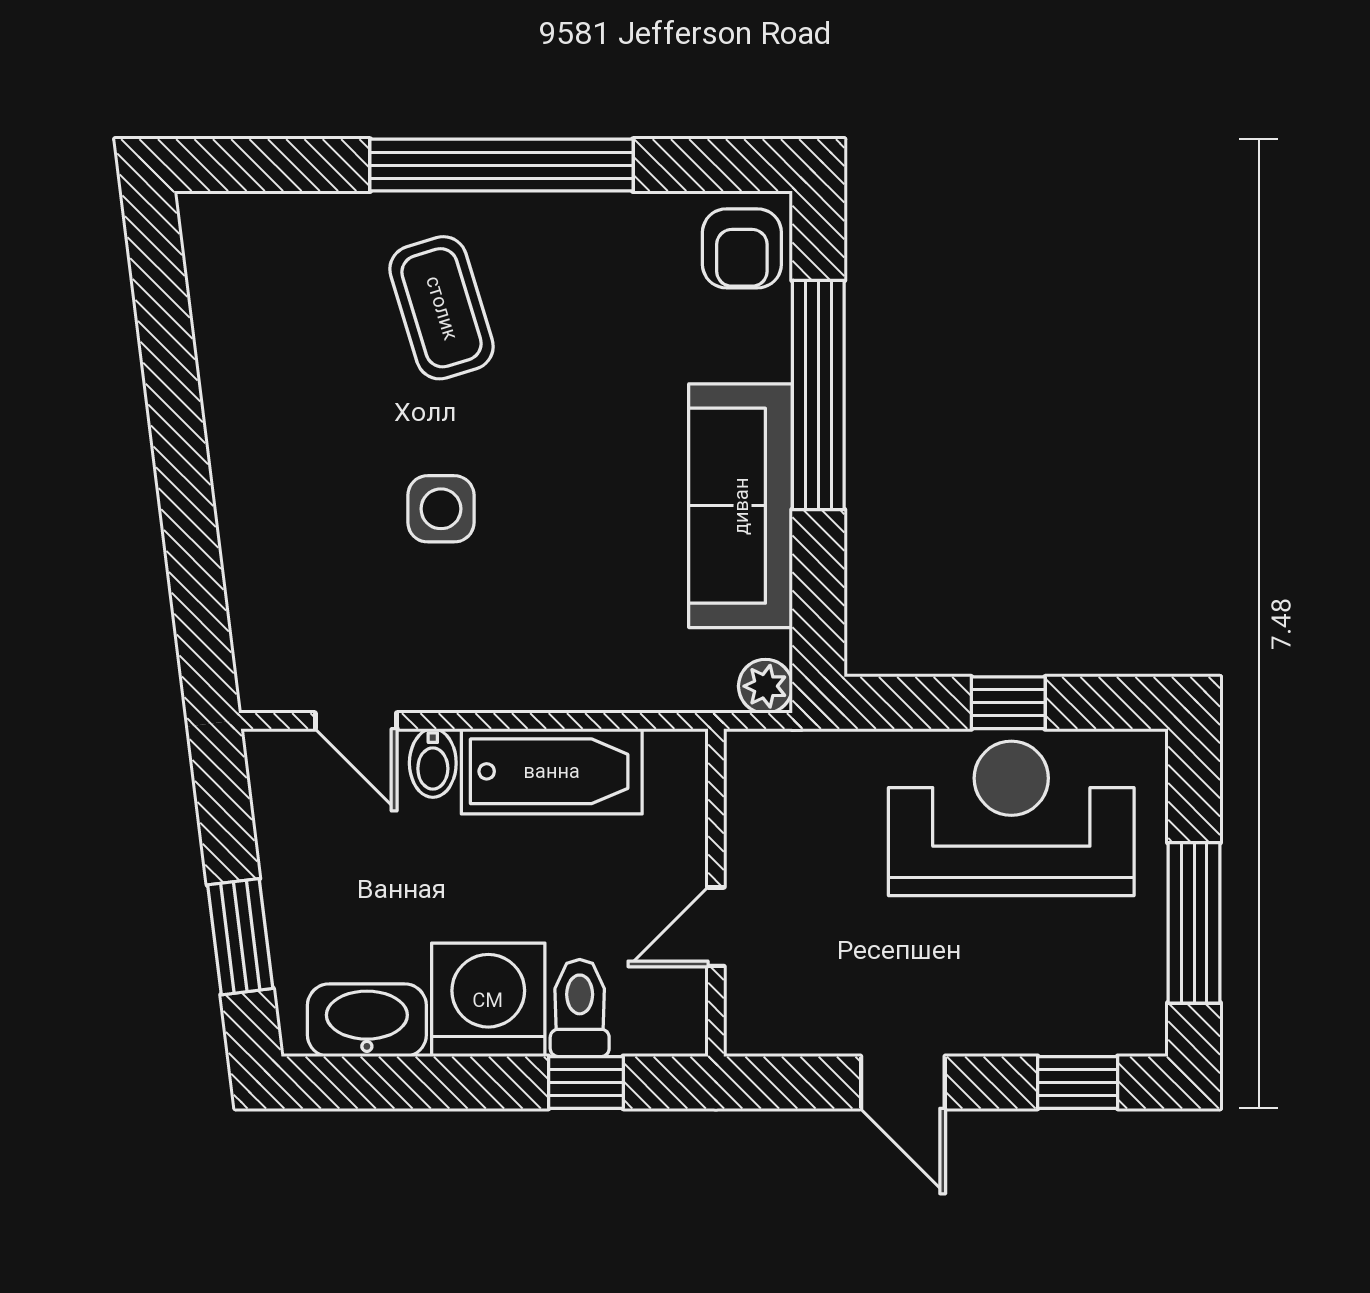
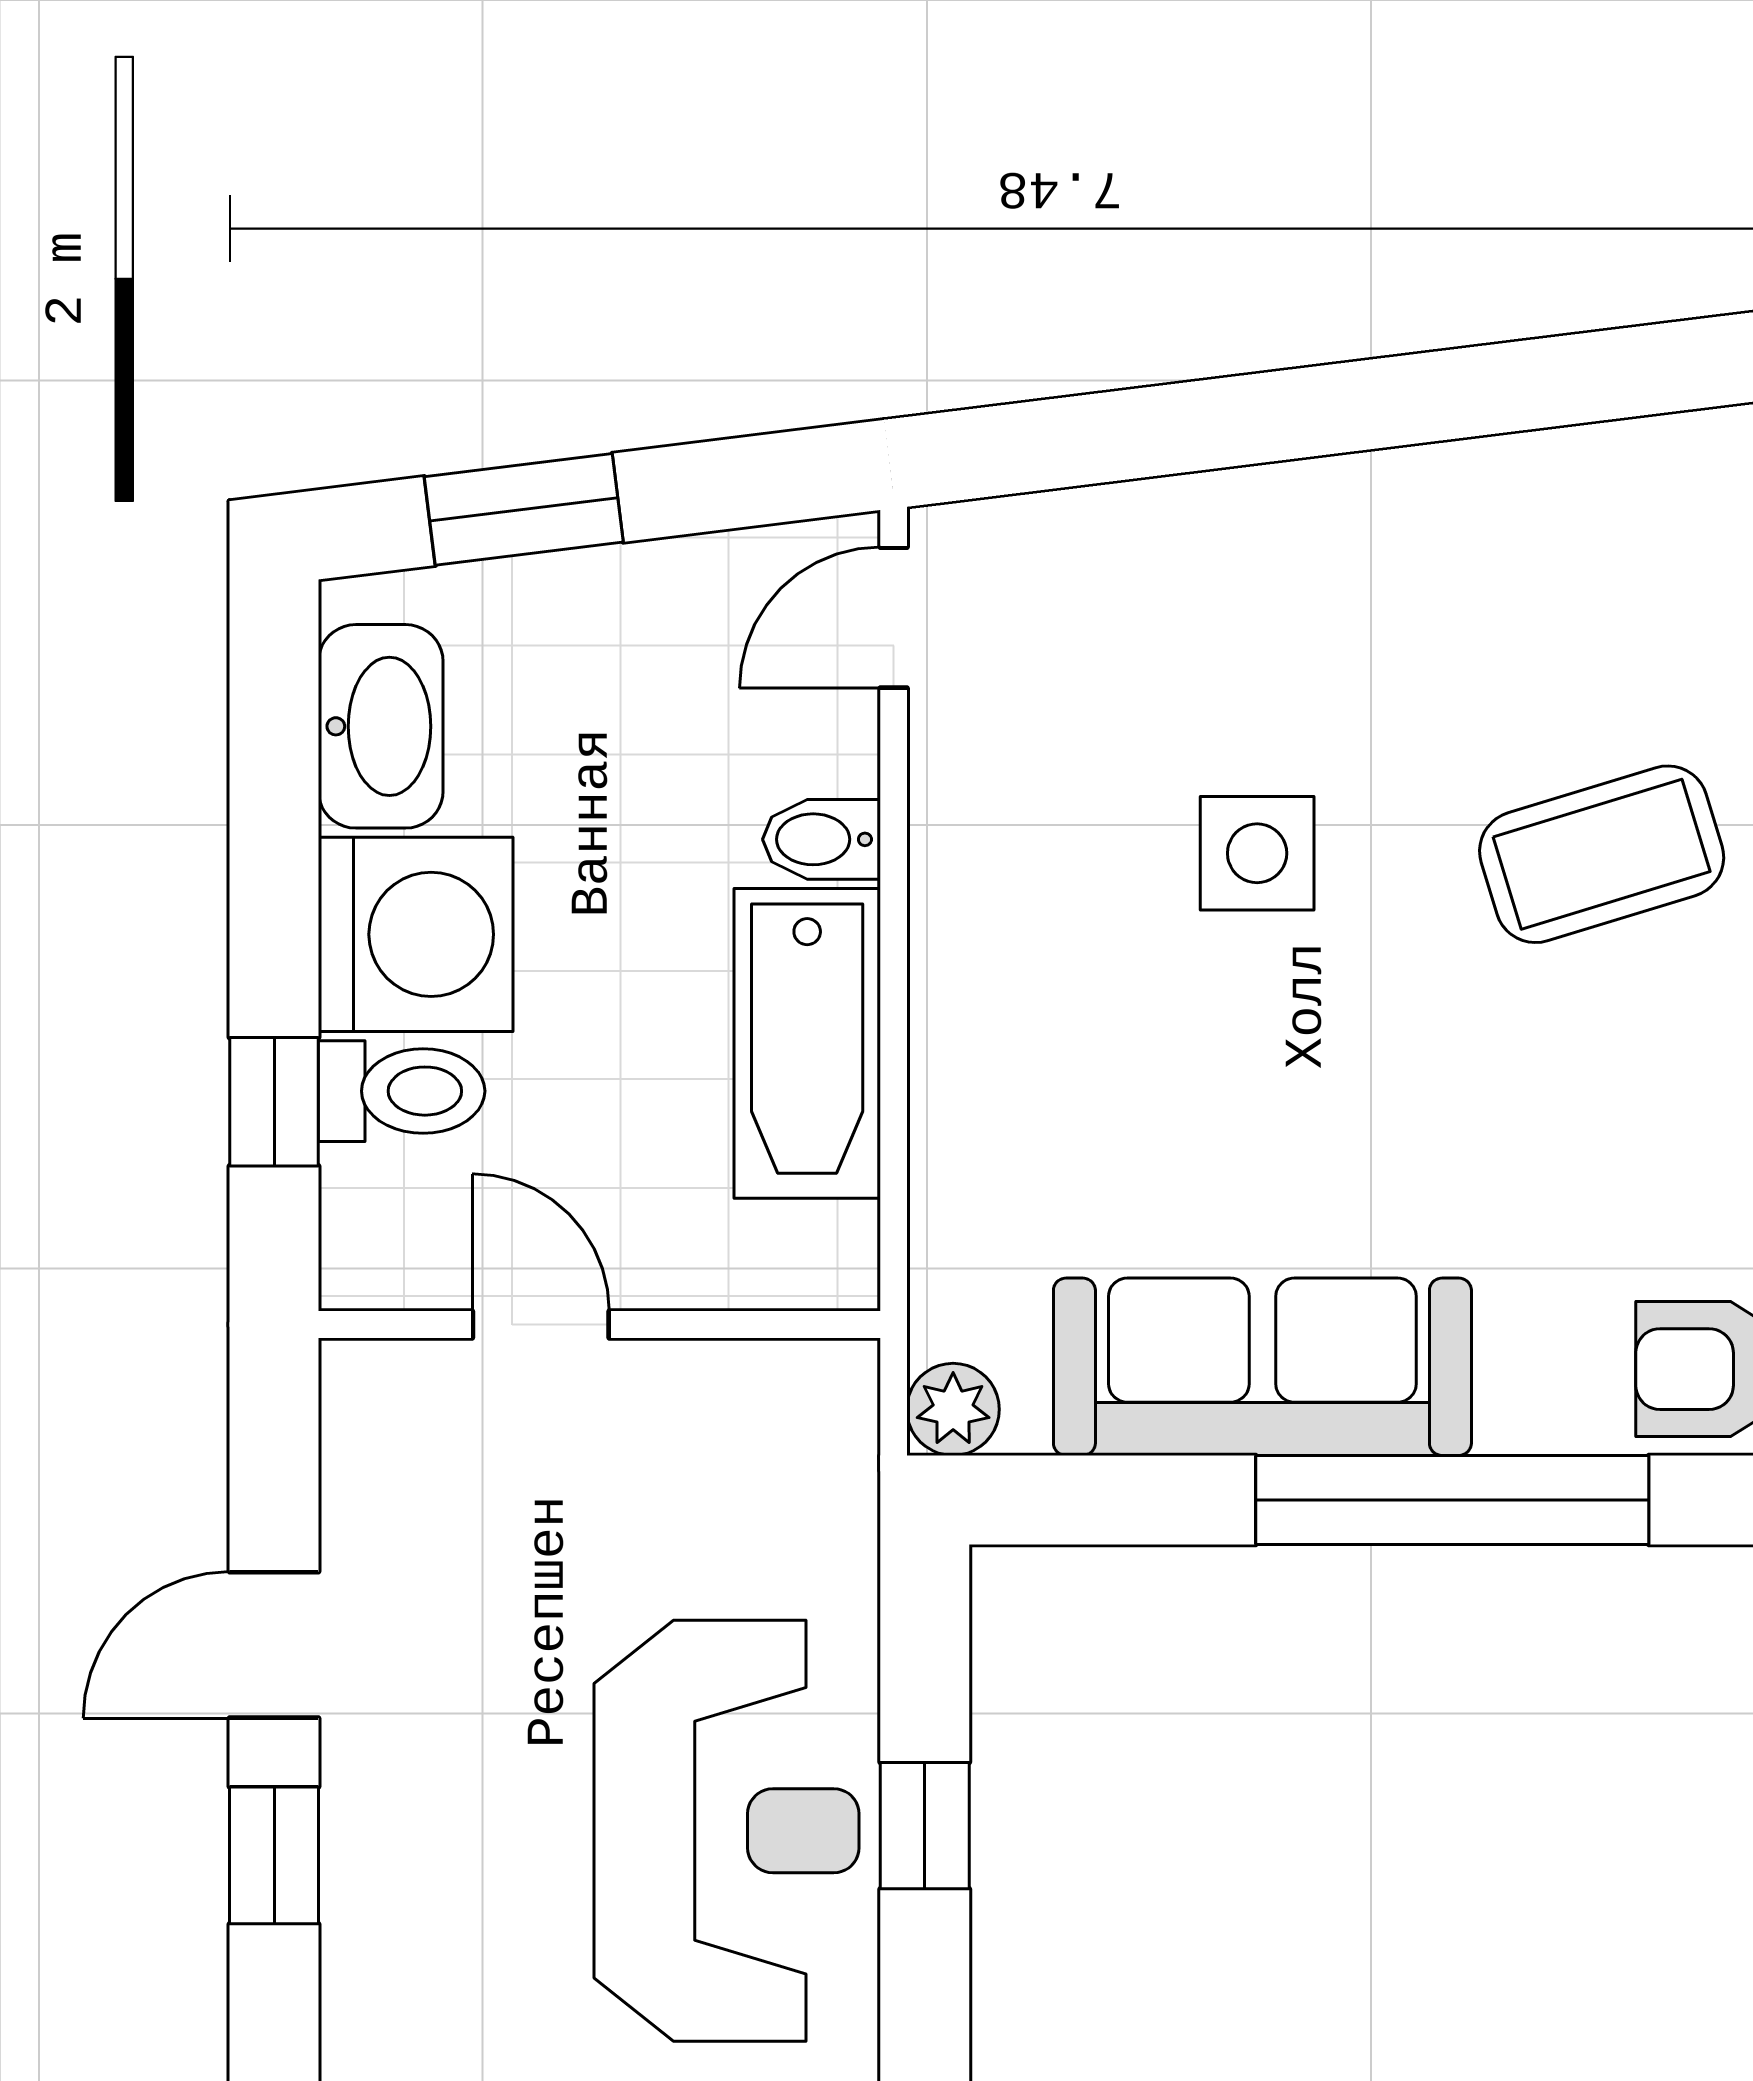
door: (356, 721) -> (894, 618), moved
window: (1078, 1082) -> (274, 1855), moved

